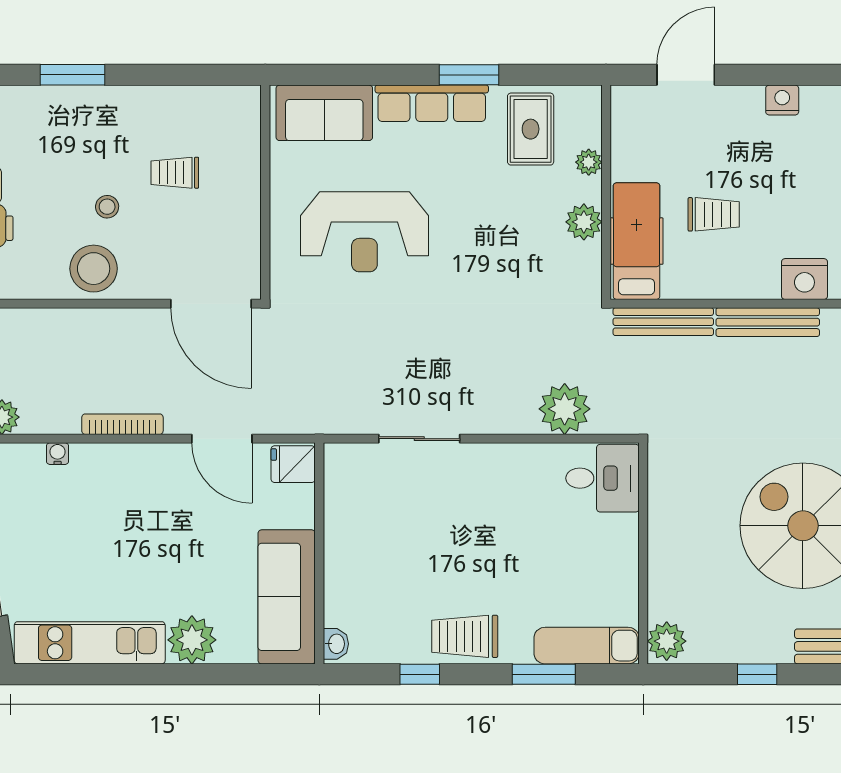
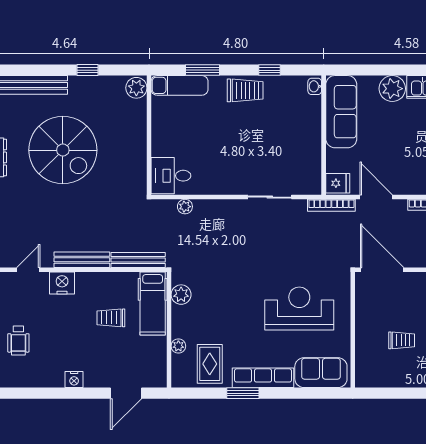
plant: (584, 222) -> (181, 295), moved
plant: (565, 409) -> (185, 207), width x0.53, depth x0.53
bookcase: (305, 423) -> (331, 205), added

